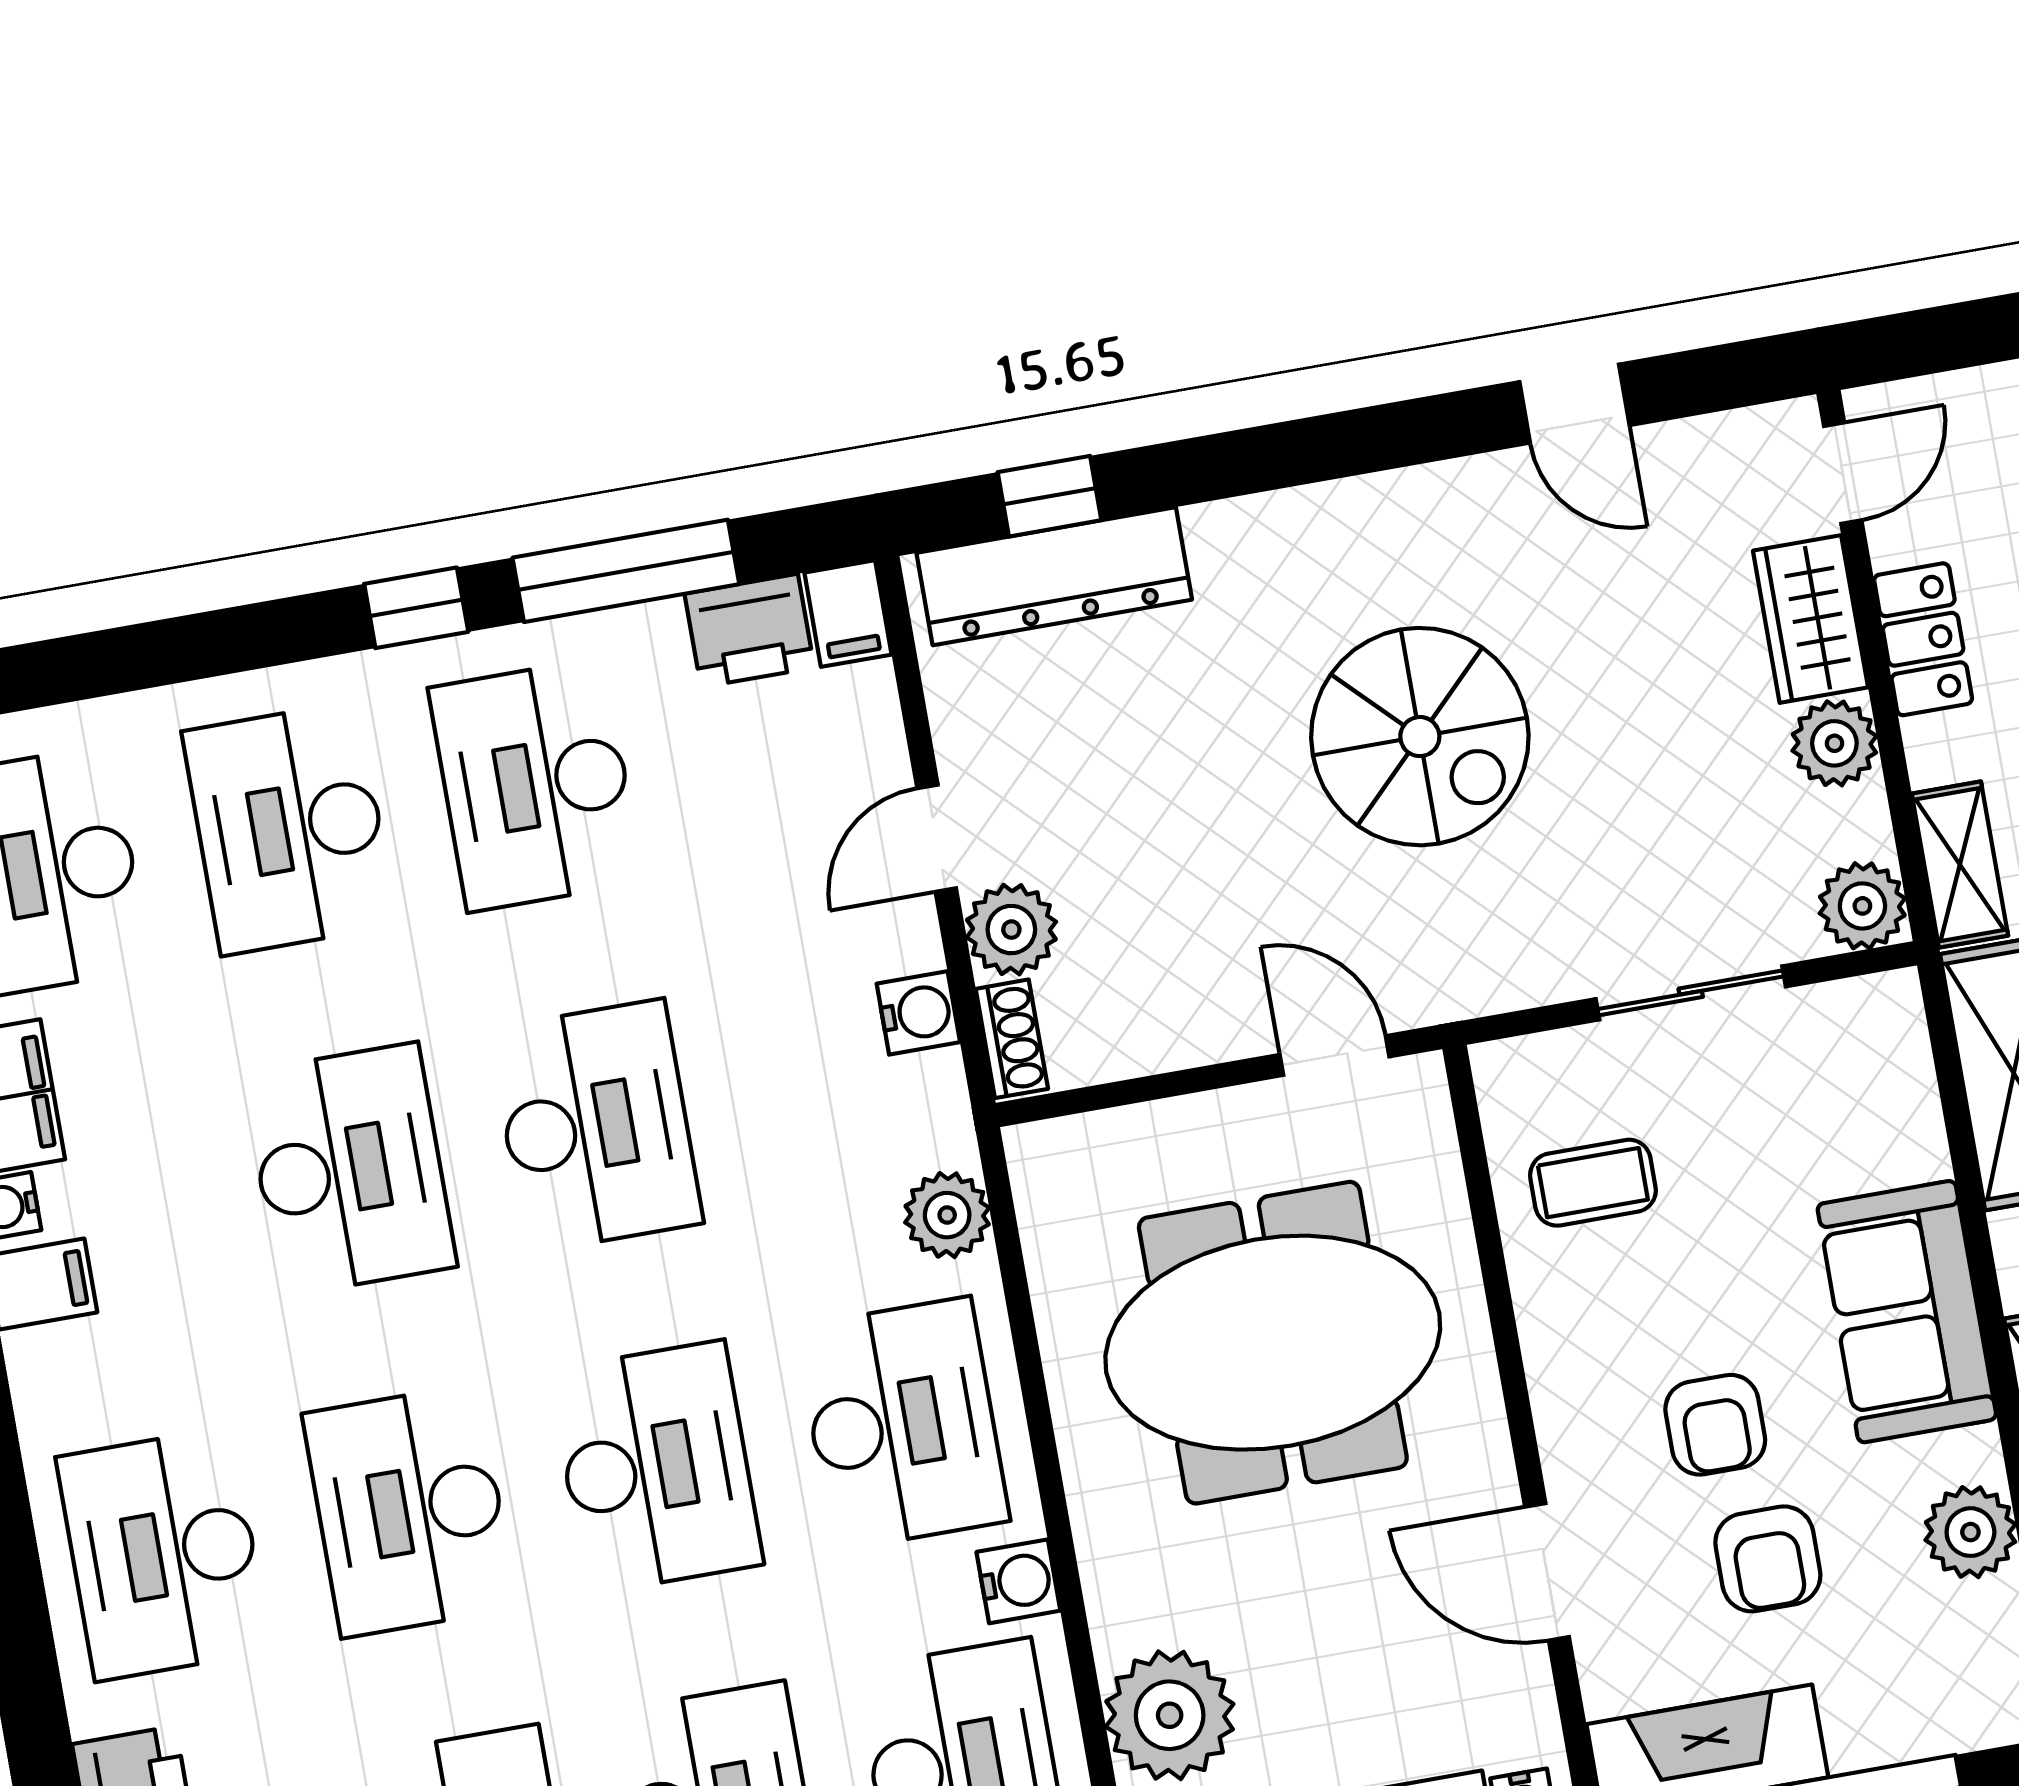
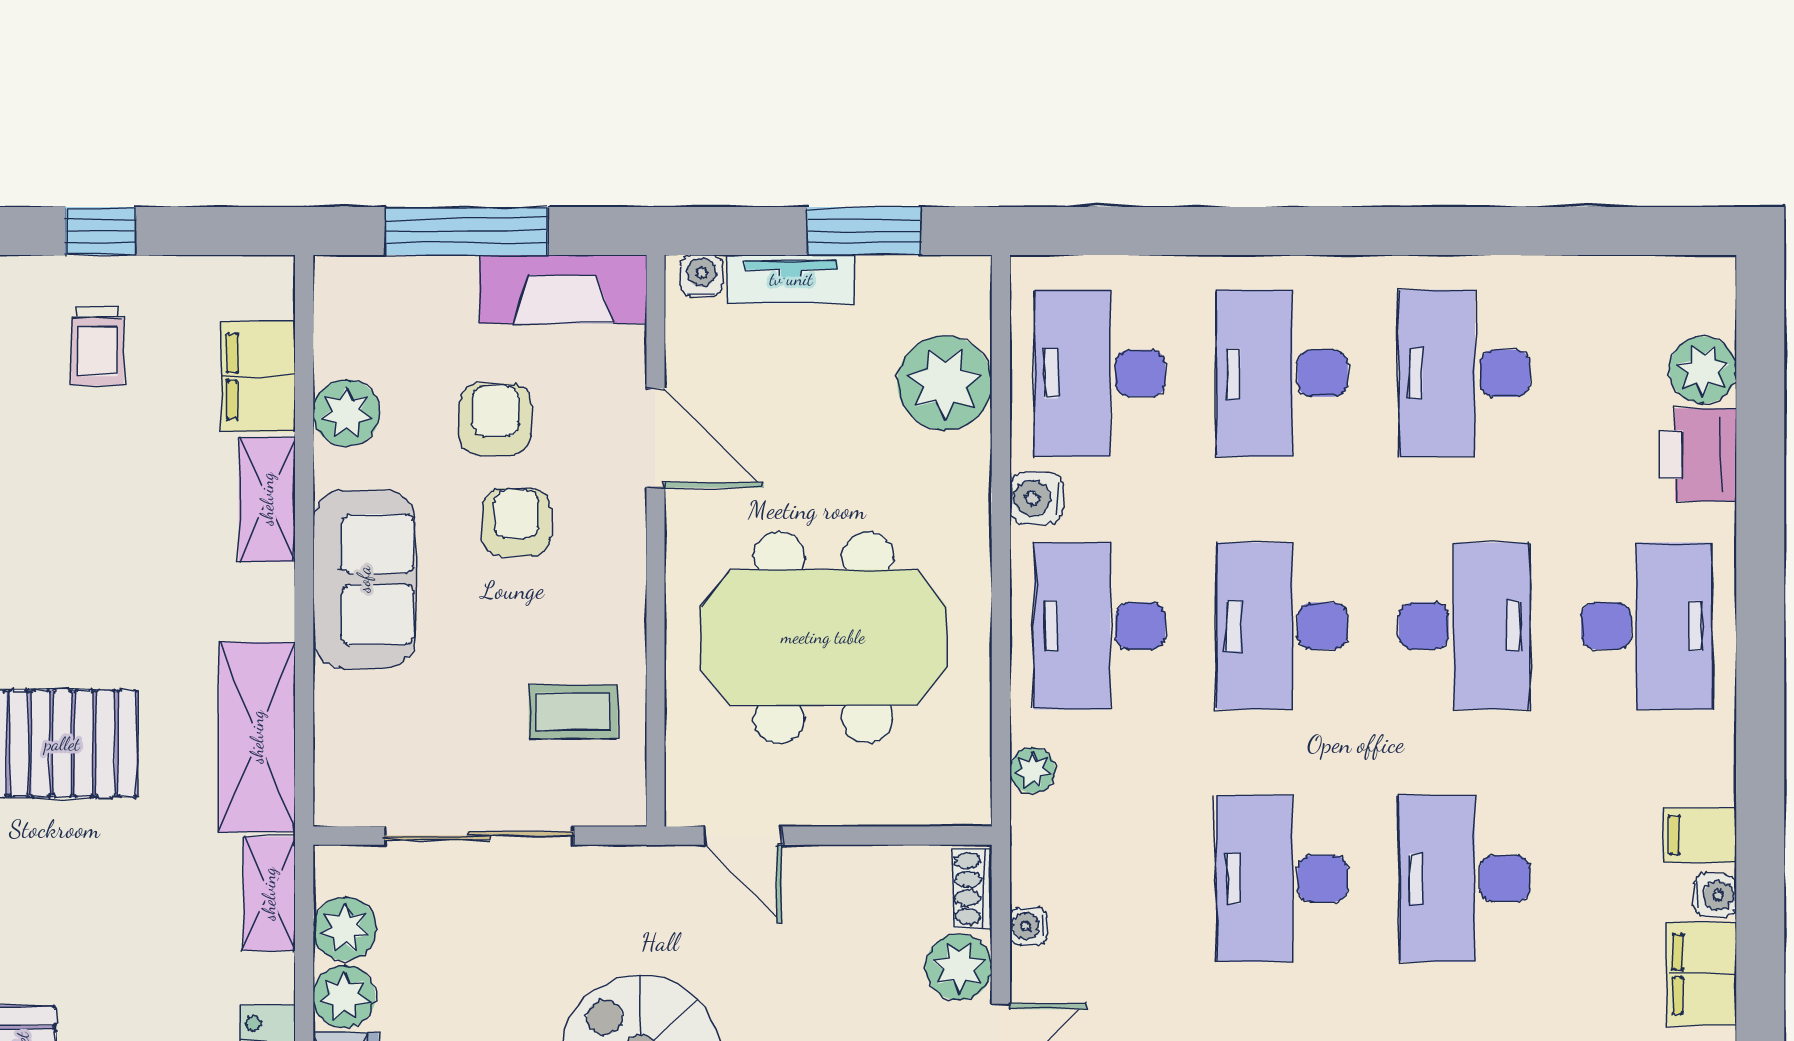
plant: (1862, 906) -> (345, 929), moved
sliding door: (1691, 993) -> (479, 836), width x1.37
water cooler: (918, 1013) -> (1029, 926), width x0.72, depth x0.72
plant: (947, 1215) -> (1033, 770), width x0.73, depth x0.73

